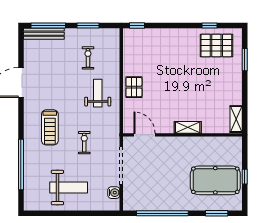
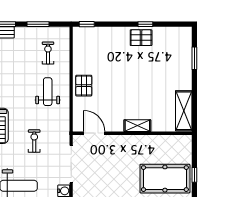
window: (209, 25) -> (145, 24), moved
pallet: (216, 46) -> (141, 38), moved, width x0.67, depth x0.71
exercise bike: (88, 58) -> (48, 53), moved
shelving: (236, 119) -> (184, 111), width x1.50, depth x1.33

